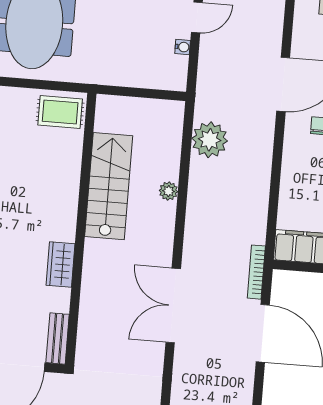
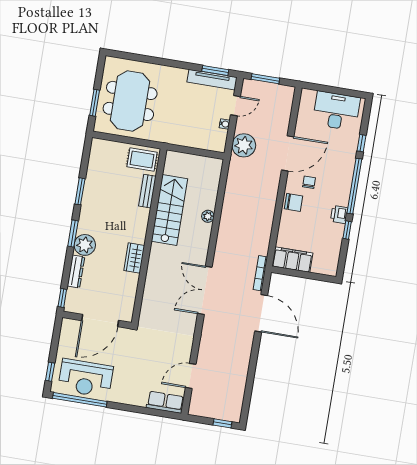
plant: (210, 140) -> (244, 145), moved
chair: (298, 159) -> (294, 202), added
bench: (58, 338) -> (147, 191), moved

